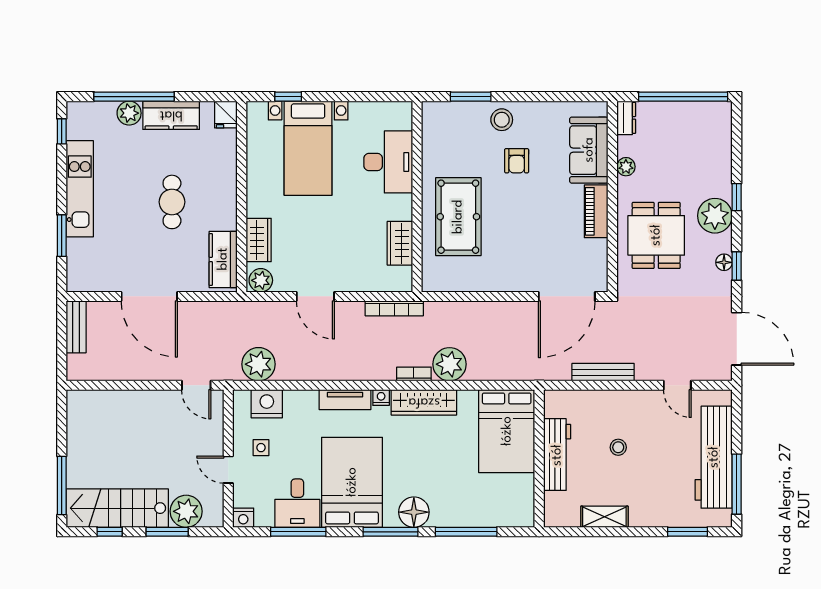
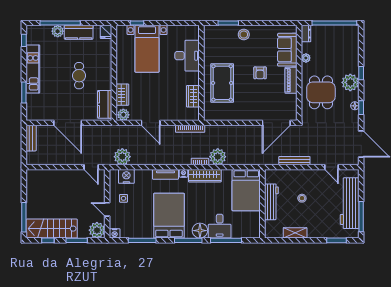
armchair: (517, 161) -> (260, 73), moved
desk: (297, 503) -> (220, 226), moved
plant: (186, 511) -> (97, 230), moved

